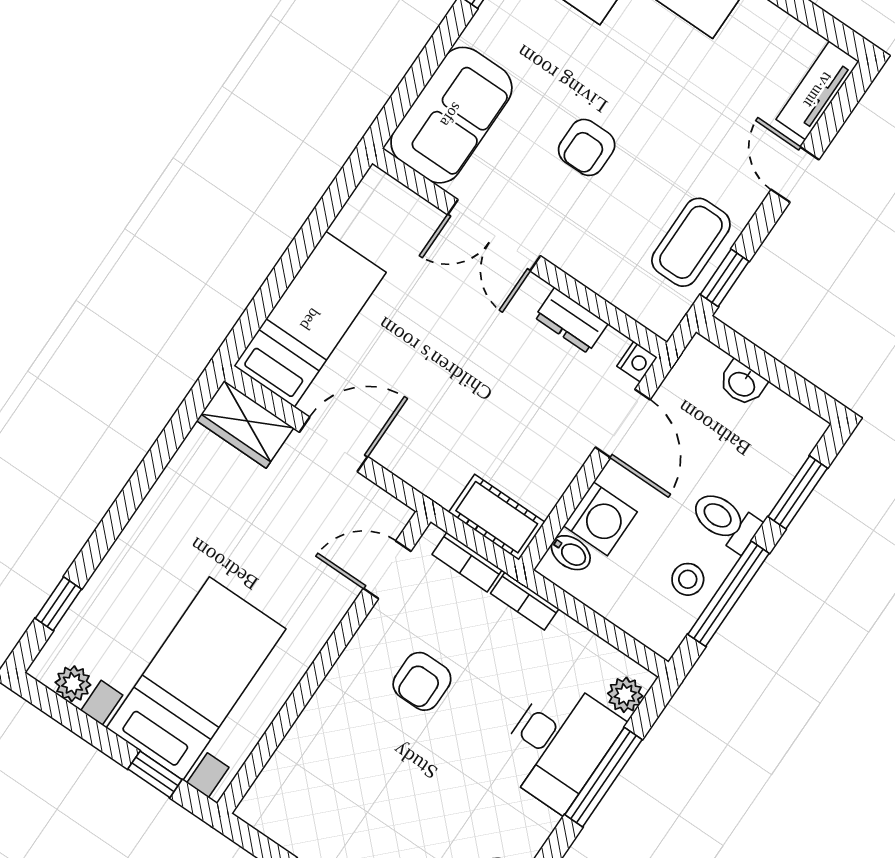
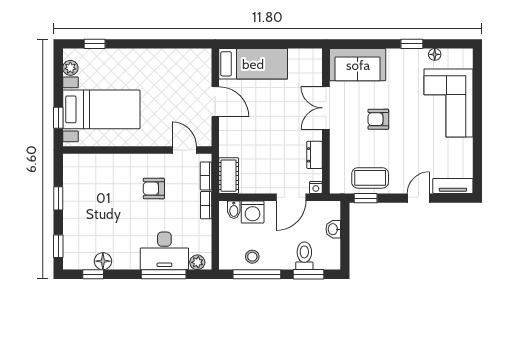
wardrobe: (245, 424) -> (201, 66), removed
toilet: (725, 521) -> (304, 256), moved

